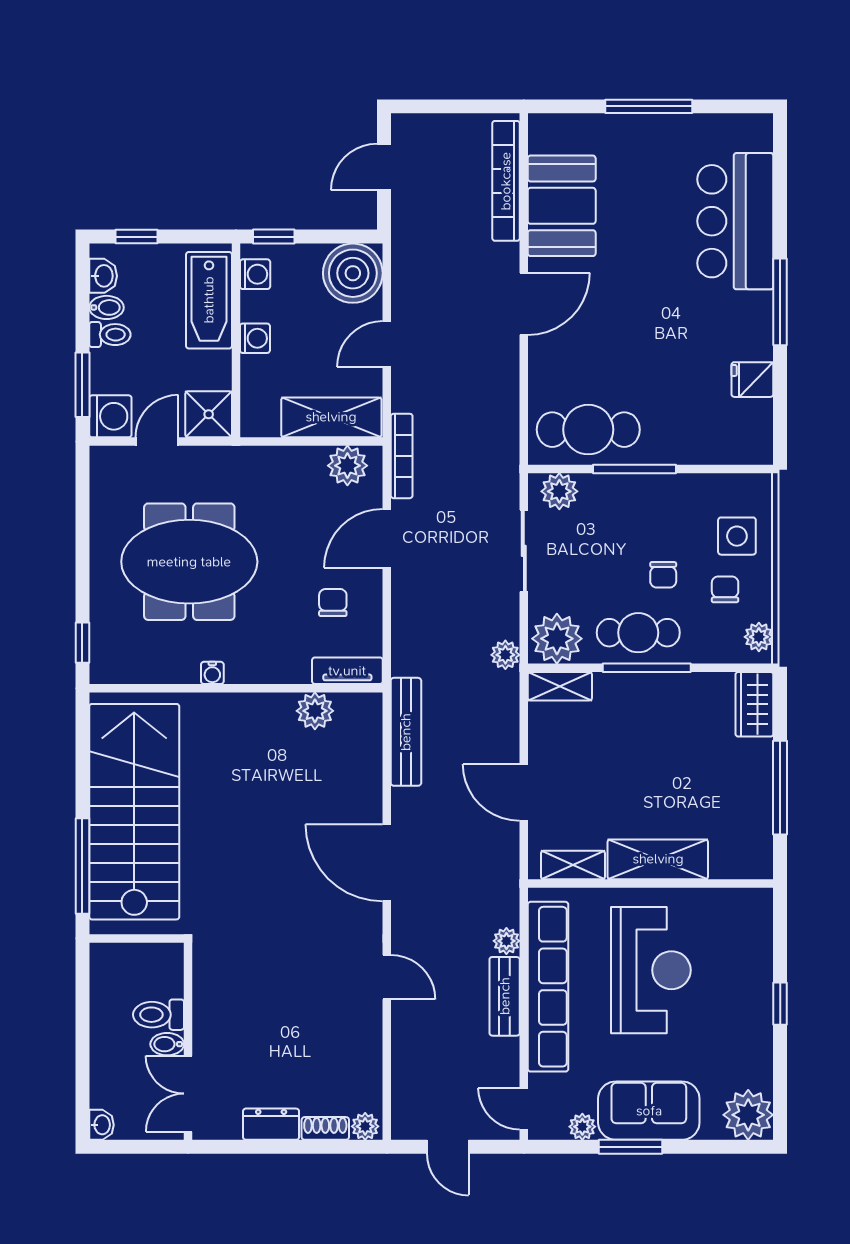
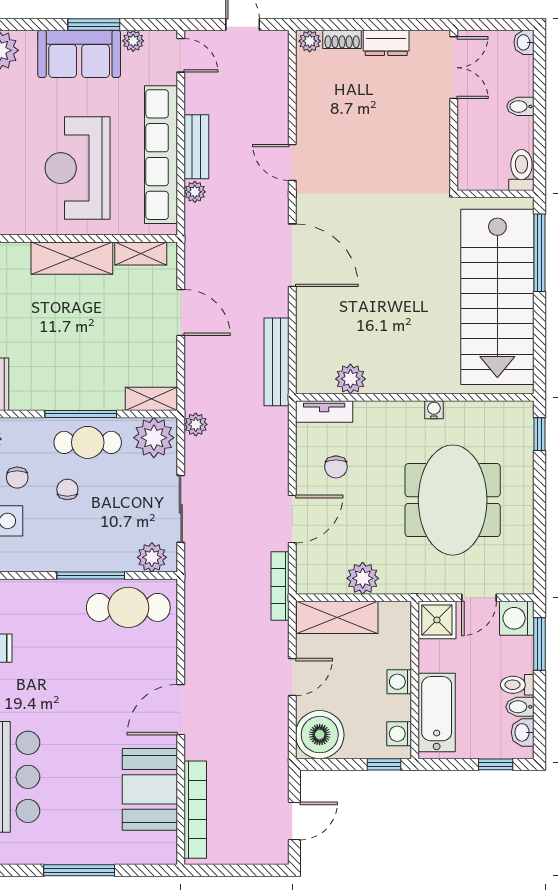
plant: (347, 466) -> (363, 578), moved
meeting table: (189, 562) -> (453, 500), turned 90
toilet: (159, 1015) -> (521, 170), moved, turned -90
bidet: (167, 1044) -> (520, 106), moved, turned 180

